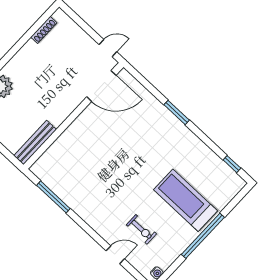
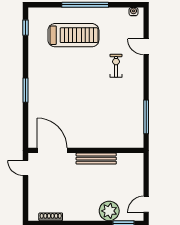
bench: (35, 142) -> (96, 159), moved
treadmill: (186, 200) -> (73, 35), turned -90
exercise bike: (141, 229) -> (116, 66), moved

